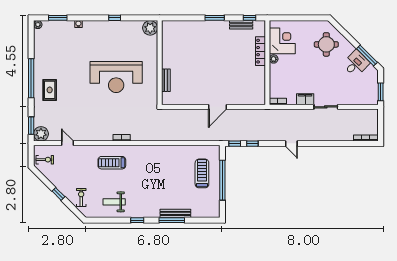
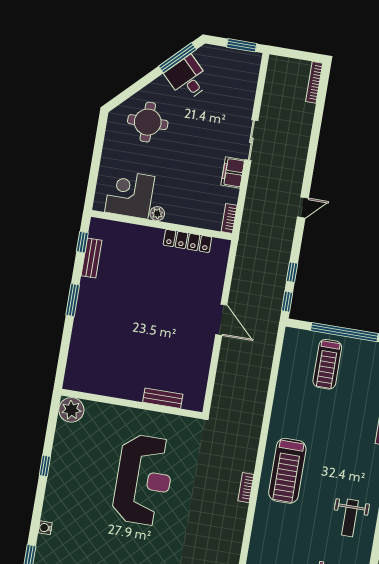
locker: (260, 51) -> (187, 241), moved
treadmill: (112, 163) -> (287, 471), moved, width x1.37, depth x1.38
treadmill: (202, 173) -> (327, 364), turned -90

